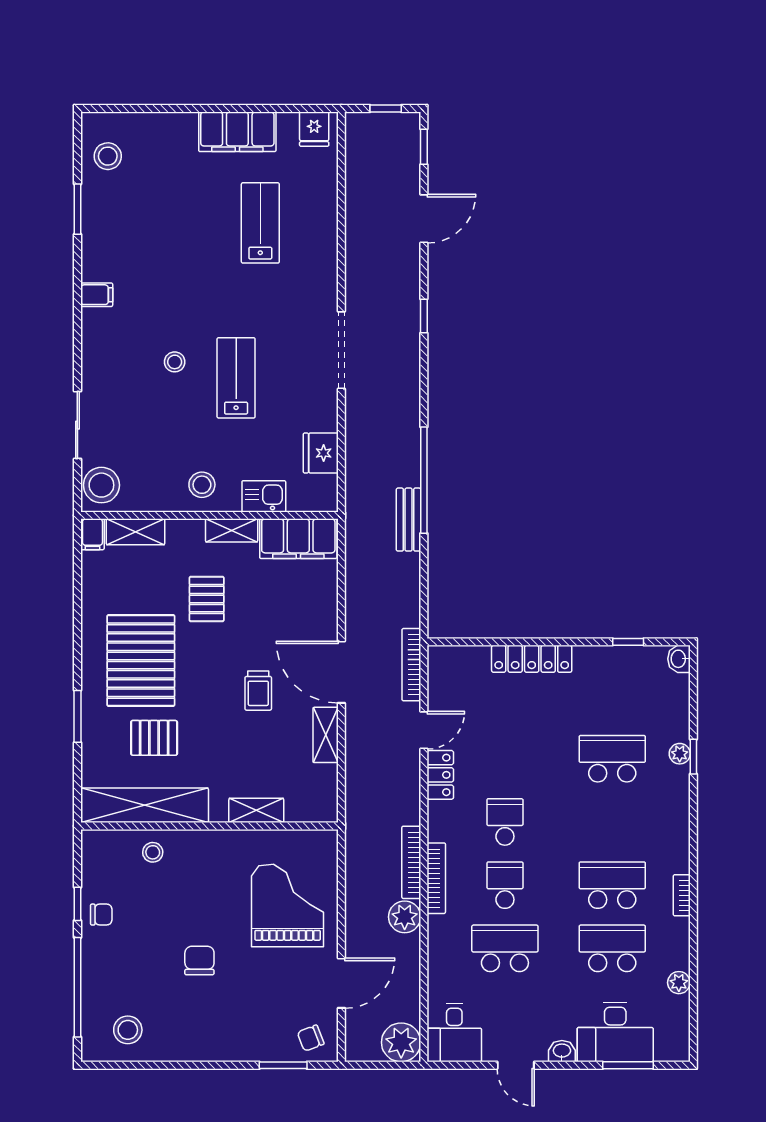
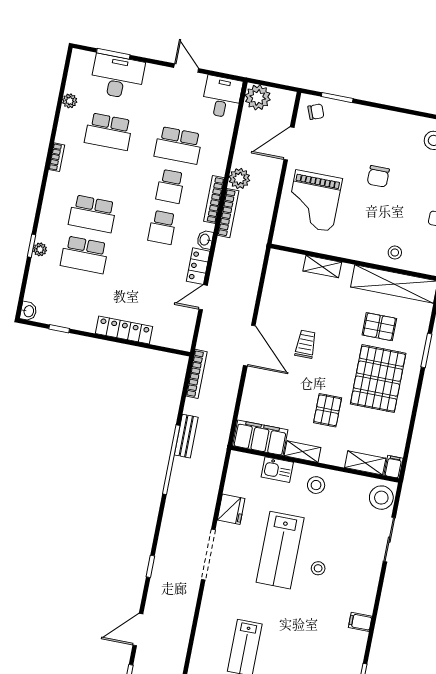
lab bench: (236, 378) -> (280, 550), width x1.36, depth x1.39
fridge: (321, 453) -> (231, 509), moved
bookcase: (411, 665) -> (197, 374), moved
shelving: (326, 735) -> (268, 307), removed
school desk: (612, 885) -> (92, 214), moved
washbasin: (562, 1051) -> (205, 240), moved, turned 90

